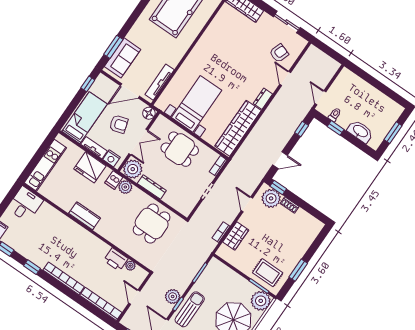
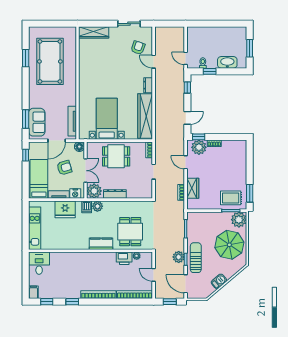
kitchen counter: (85, 216) -> (101, 244), moved
dining table: (152, 224) -> (130, 232), moved
window: (298, 270) -> (250, 193), moved

